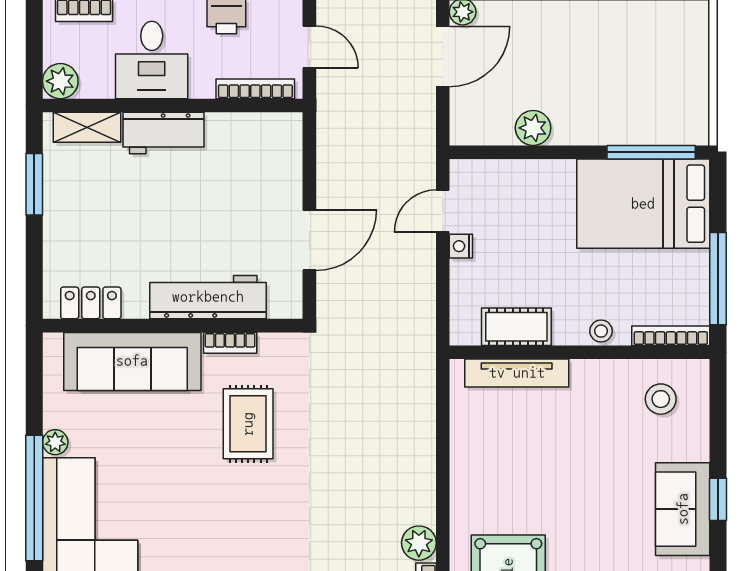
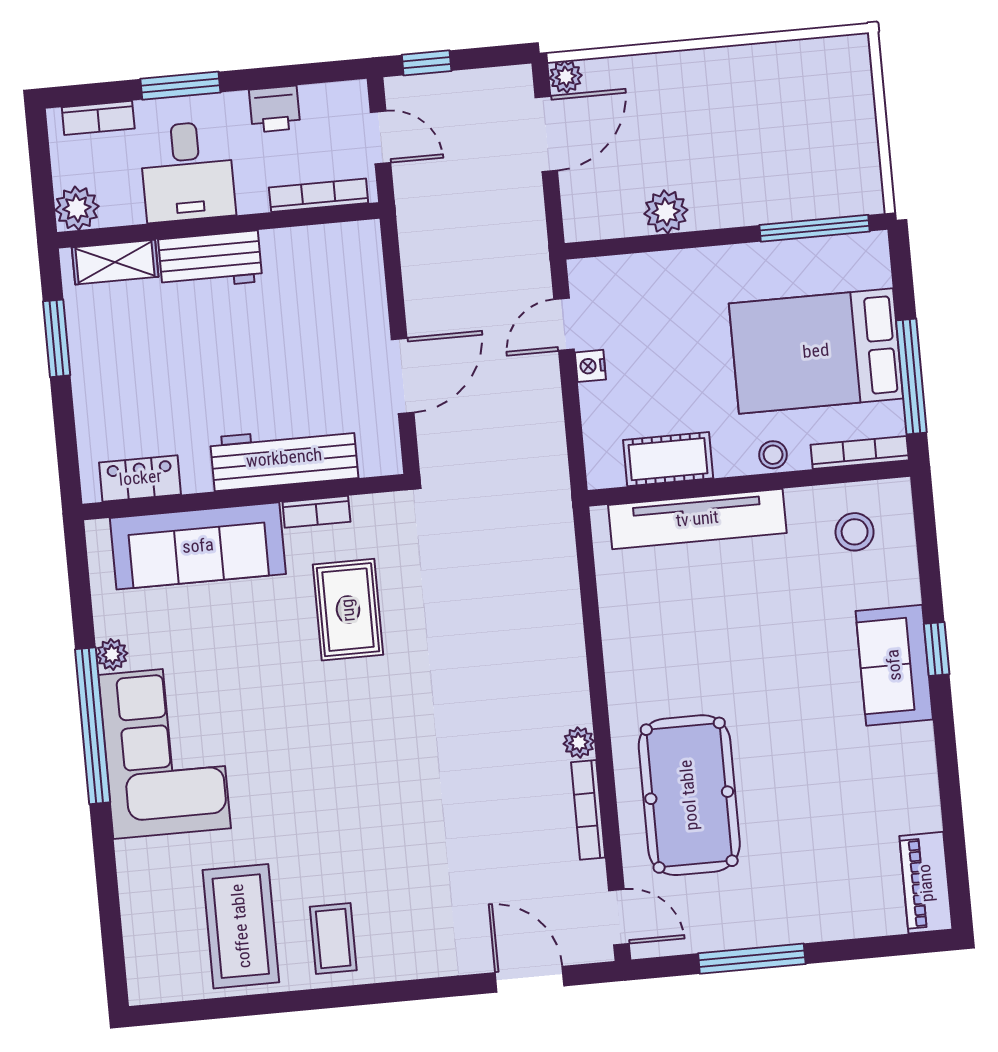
bed: (643, 204) -> (816, 351), moved
tv unit: (517, 373) -> (697, 519), width x1.36, depth x1.29
plant: (419, 543) -> (579, 743), width x0.73, depth x0.73

